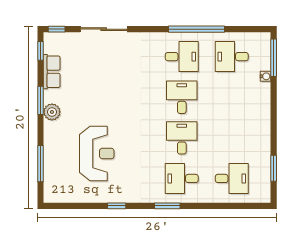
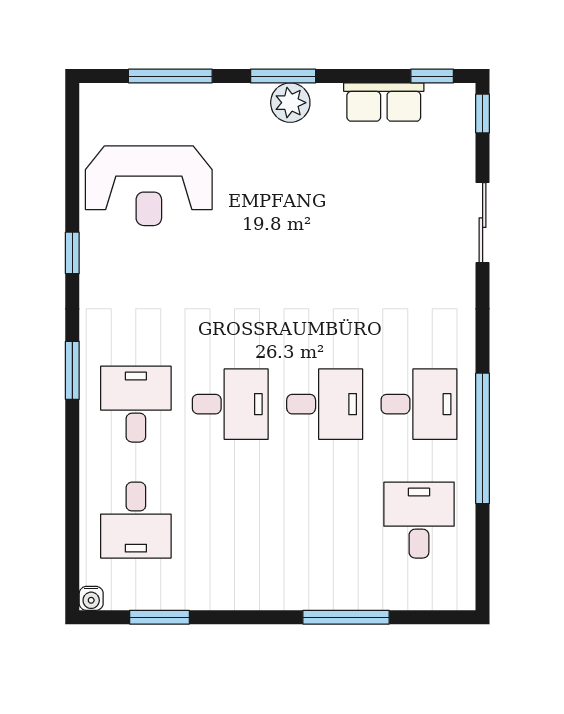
sliding door: (104, 29) -> (483, 223), width x0.73
desk: (182, 57) -> (419, 404), turned -90
window: (274, 58) -> (346, 617), moved
water cooler: (265, 76) -> (91, 598), moved
window: (41, 100) -> (283, 76), moved
reception desk: (97, 154) -> (149, 186), moved

